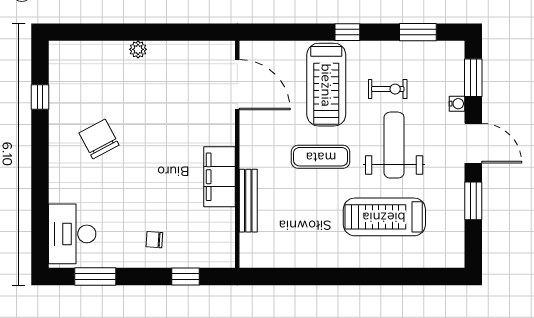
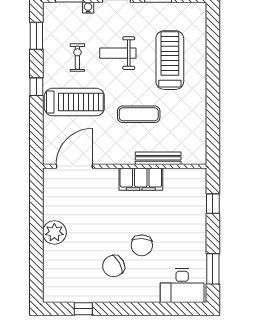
plant: (138, 49) -> (54, 232), width x1.88, depth x1.88
weight bench: (394, 145) -> (118, 53), width x0.73, depth x0.75
exercise mat: (321, 157) -> (139, 114), moved, turned 90
treadmill: (384, 217) -> (170, 60), turned 180
chair: (154, 240) -> (142, 245), moved, width x1.87, depth x1.87

